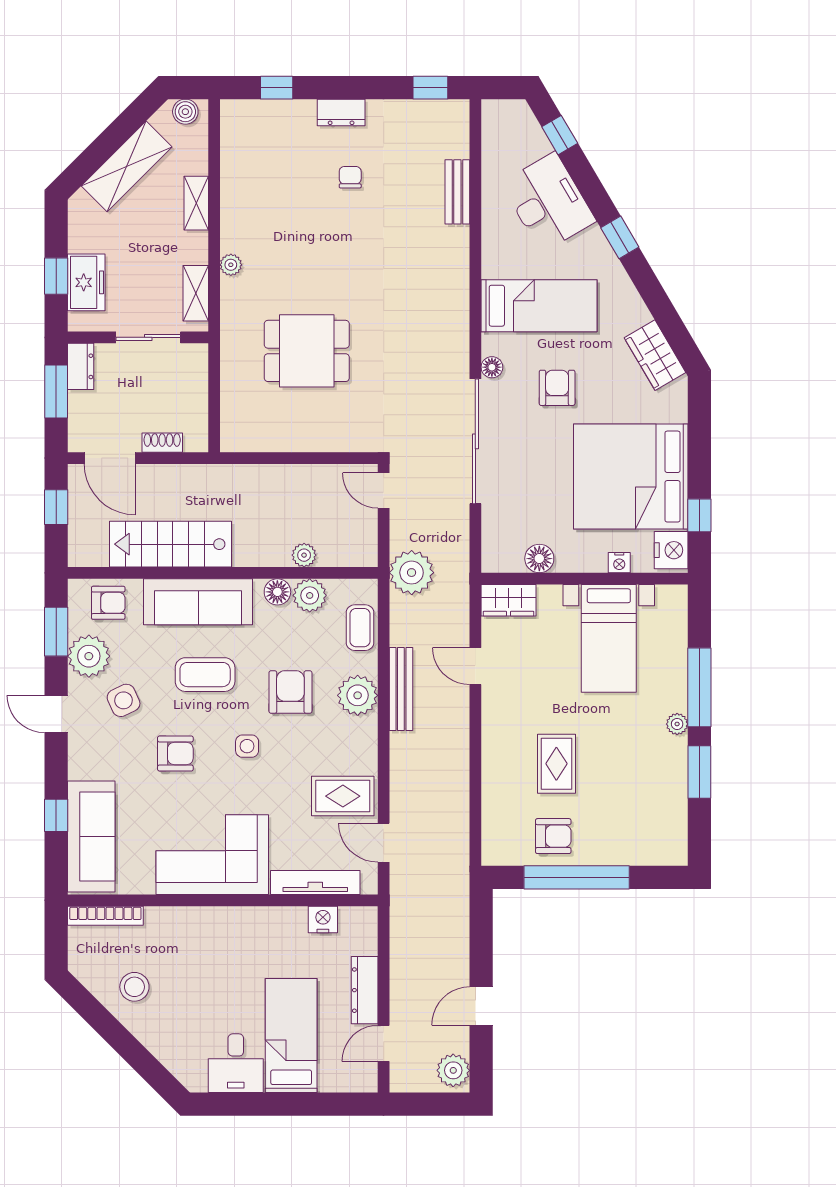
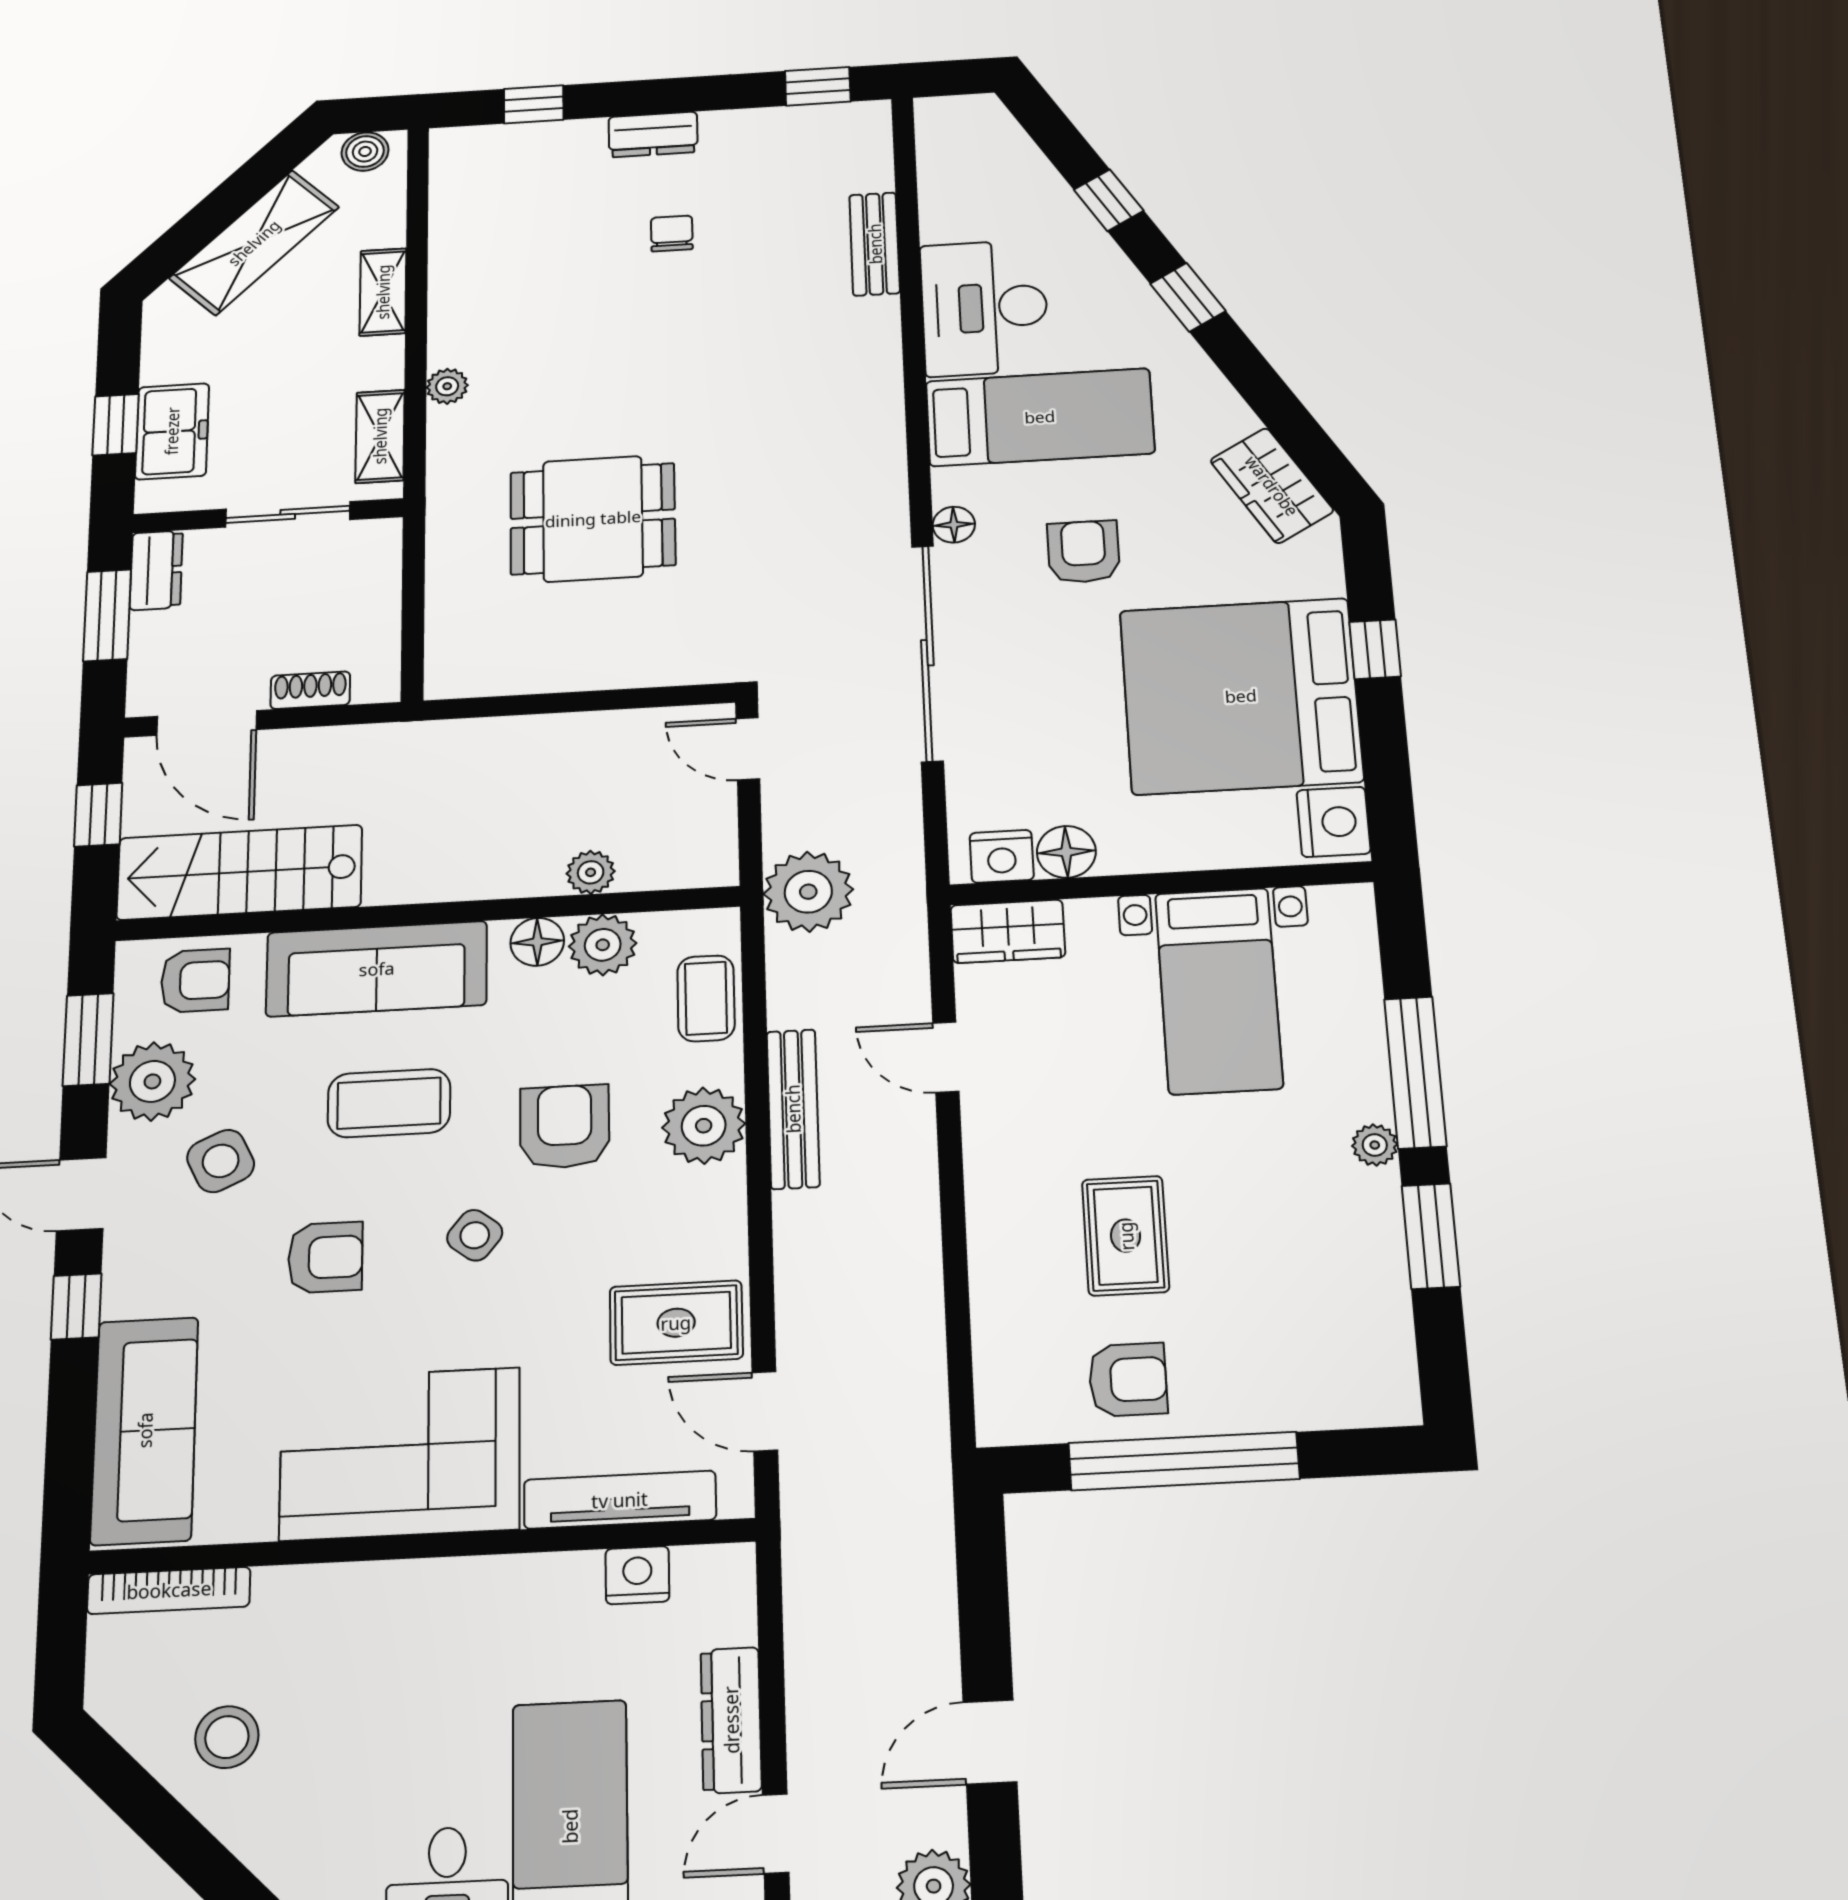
window: (560, 135) -> (1109, 200), moved
desk: (548, 202) -> (984, 308), moved, turned -150
window: (699, 515) -> (1375, 649), moved
stairs: (171, 544) -> (239, 872), moved
nightstand: (619, 563) -> (1002, 856), moved, width x1.39, depth x1.35
side table: (247, 746) -> (475, 1235), turned 38
window: (56, 815) -> (76, 1306), moved

